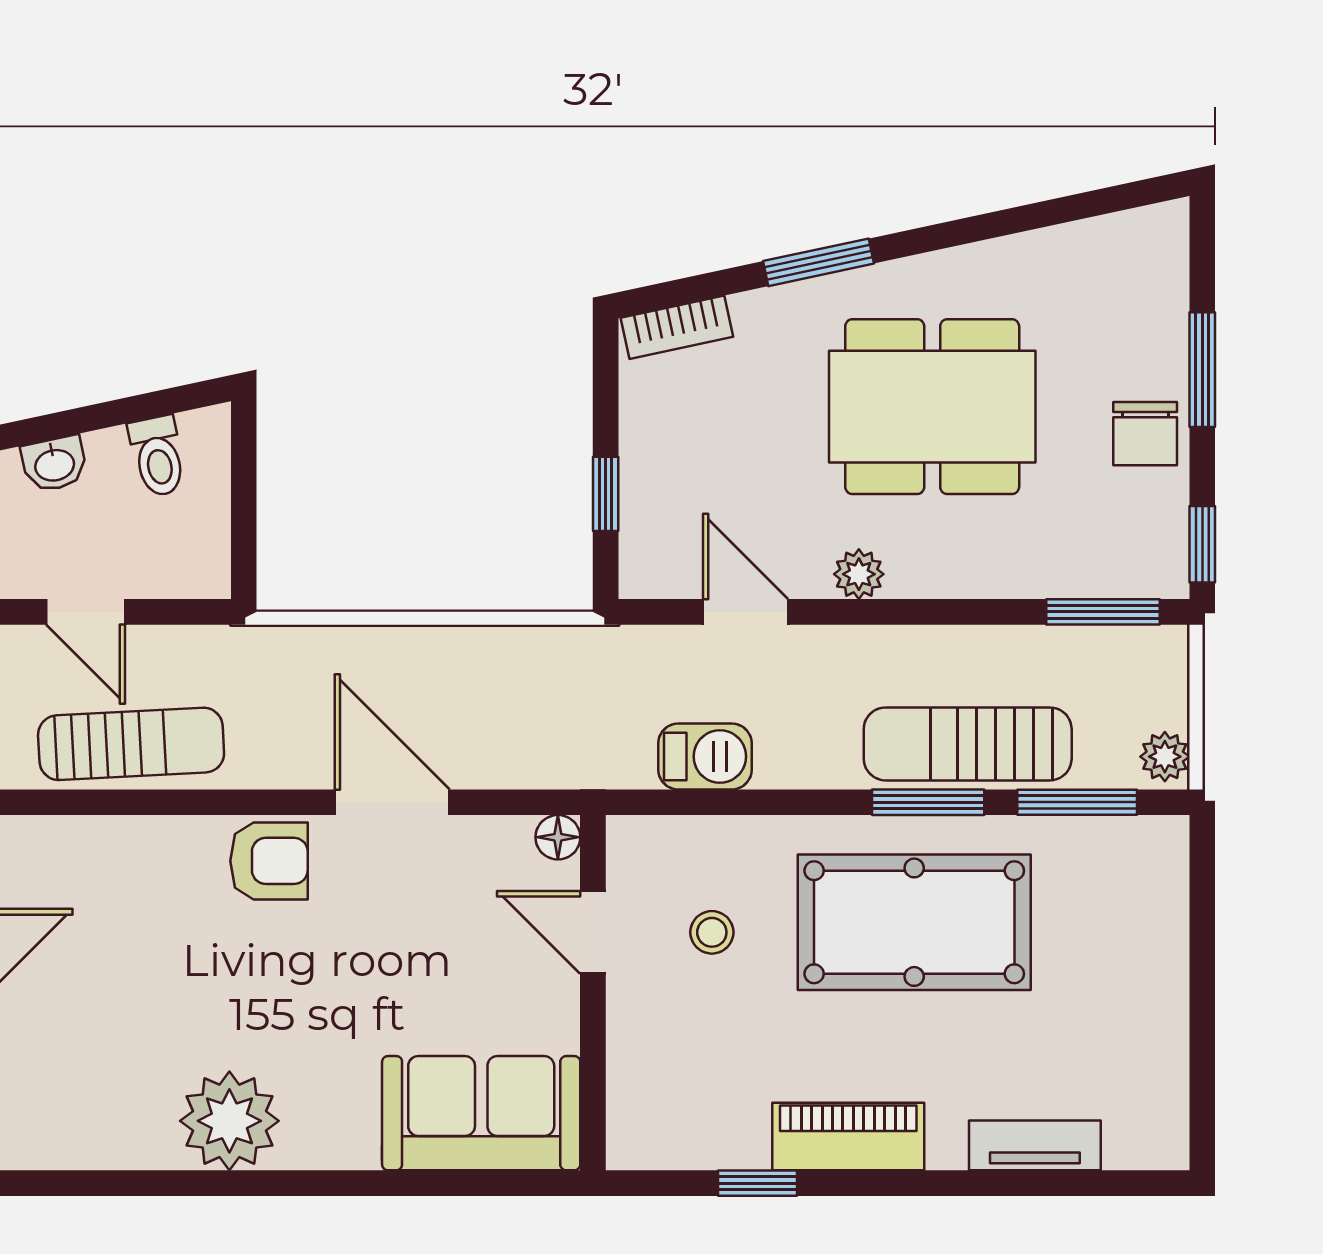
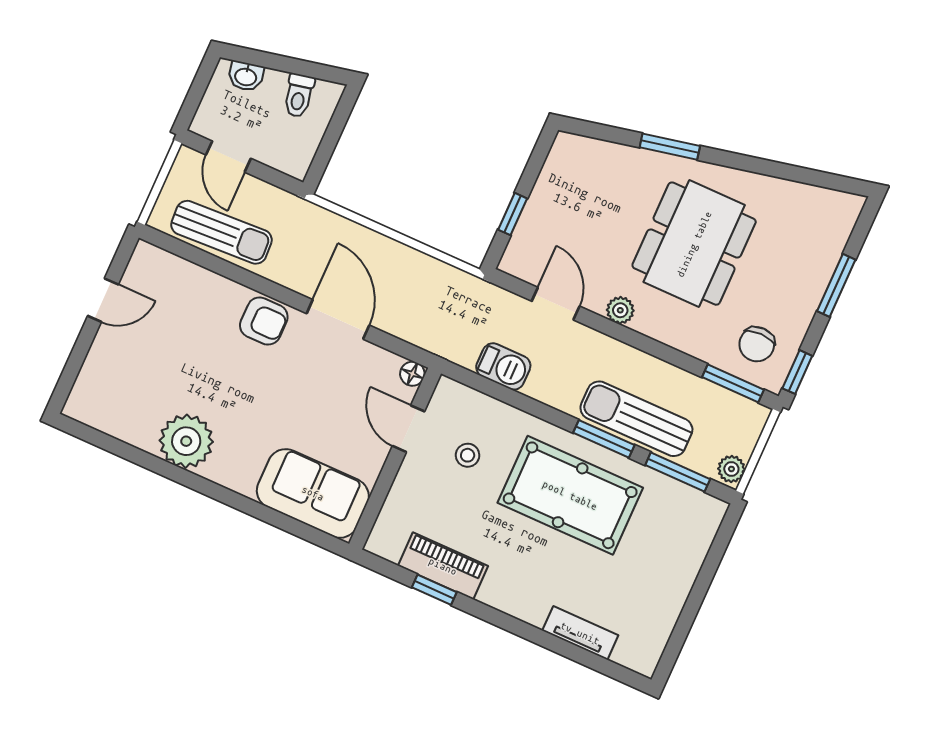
bookcase: (677, 327) -> (585, 147), removed
dining table: (932, 407) -> (694, 244), turned 90
chair: (1145, 434) -> (757, 344), moved
piano: (848, 1137) -> (443, 566), moved

